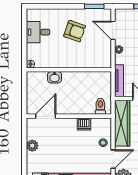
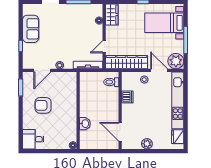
armchair: (75, 31) -> (43, 105), turned -109
desk: (38, 32) -> (33, 139), moved, turned 90

